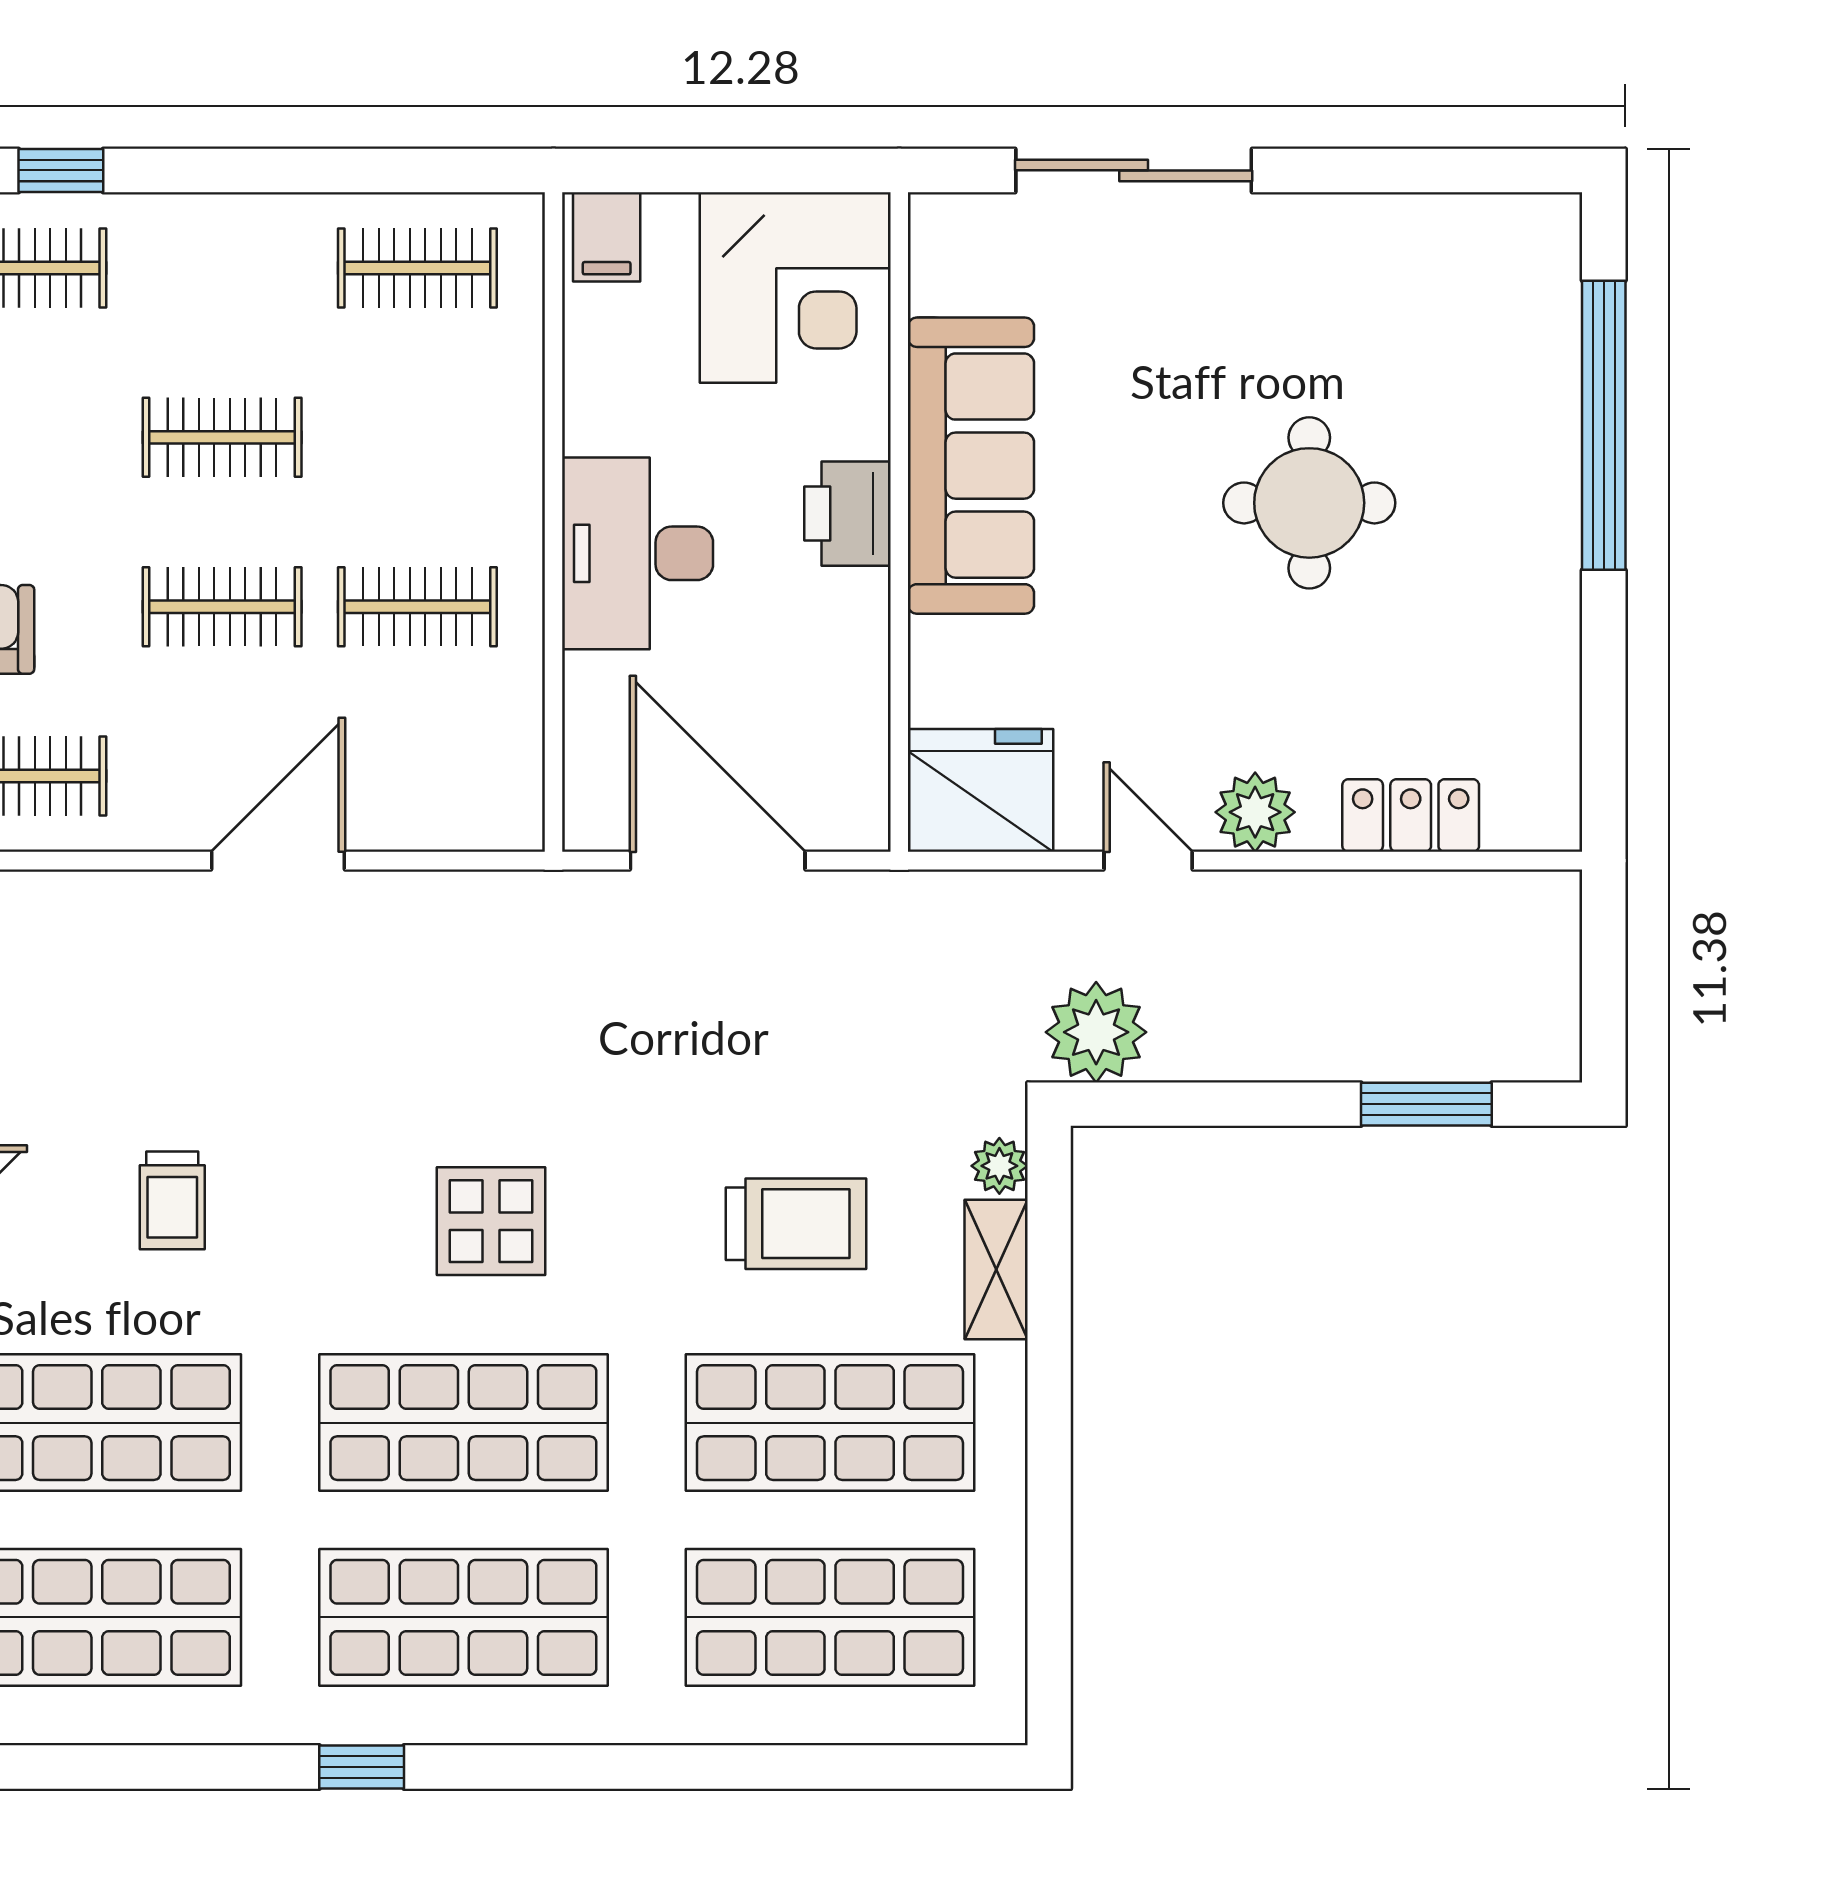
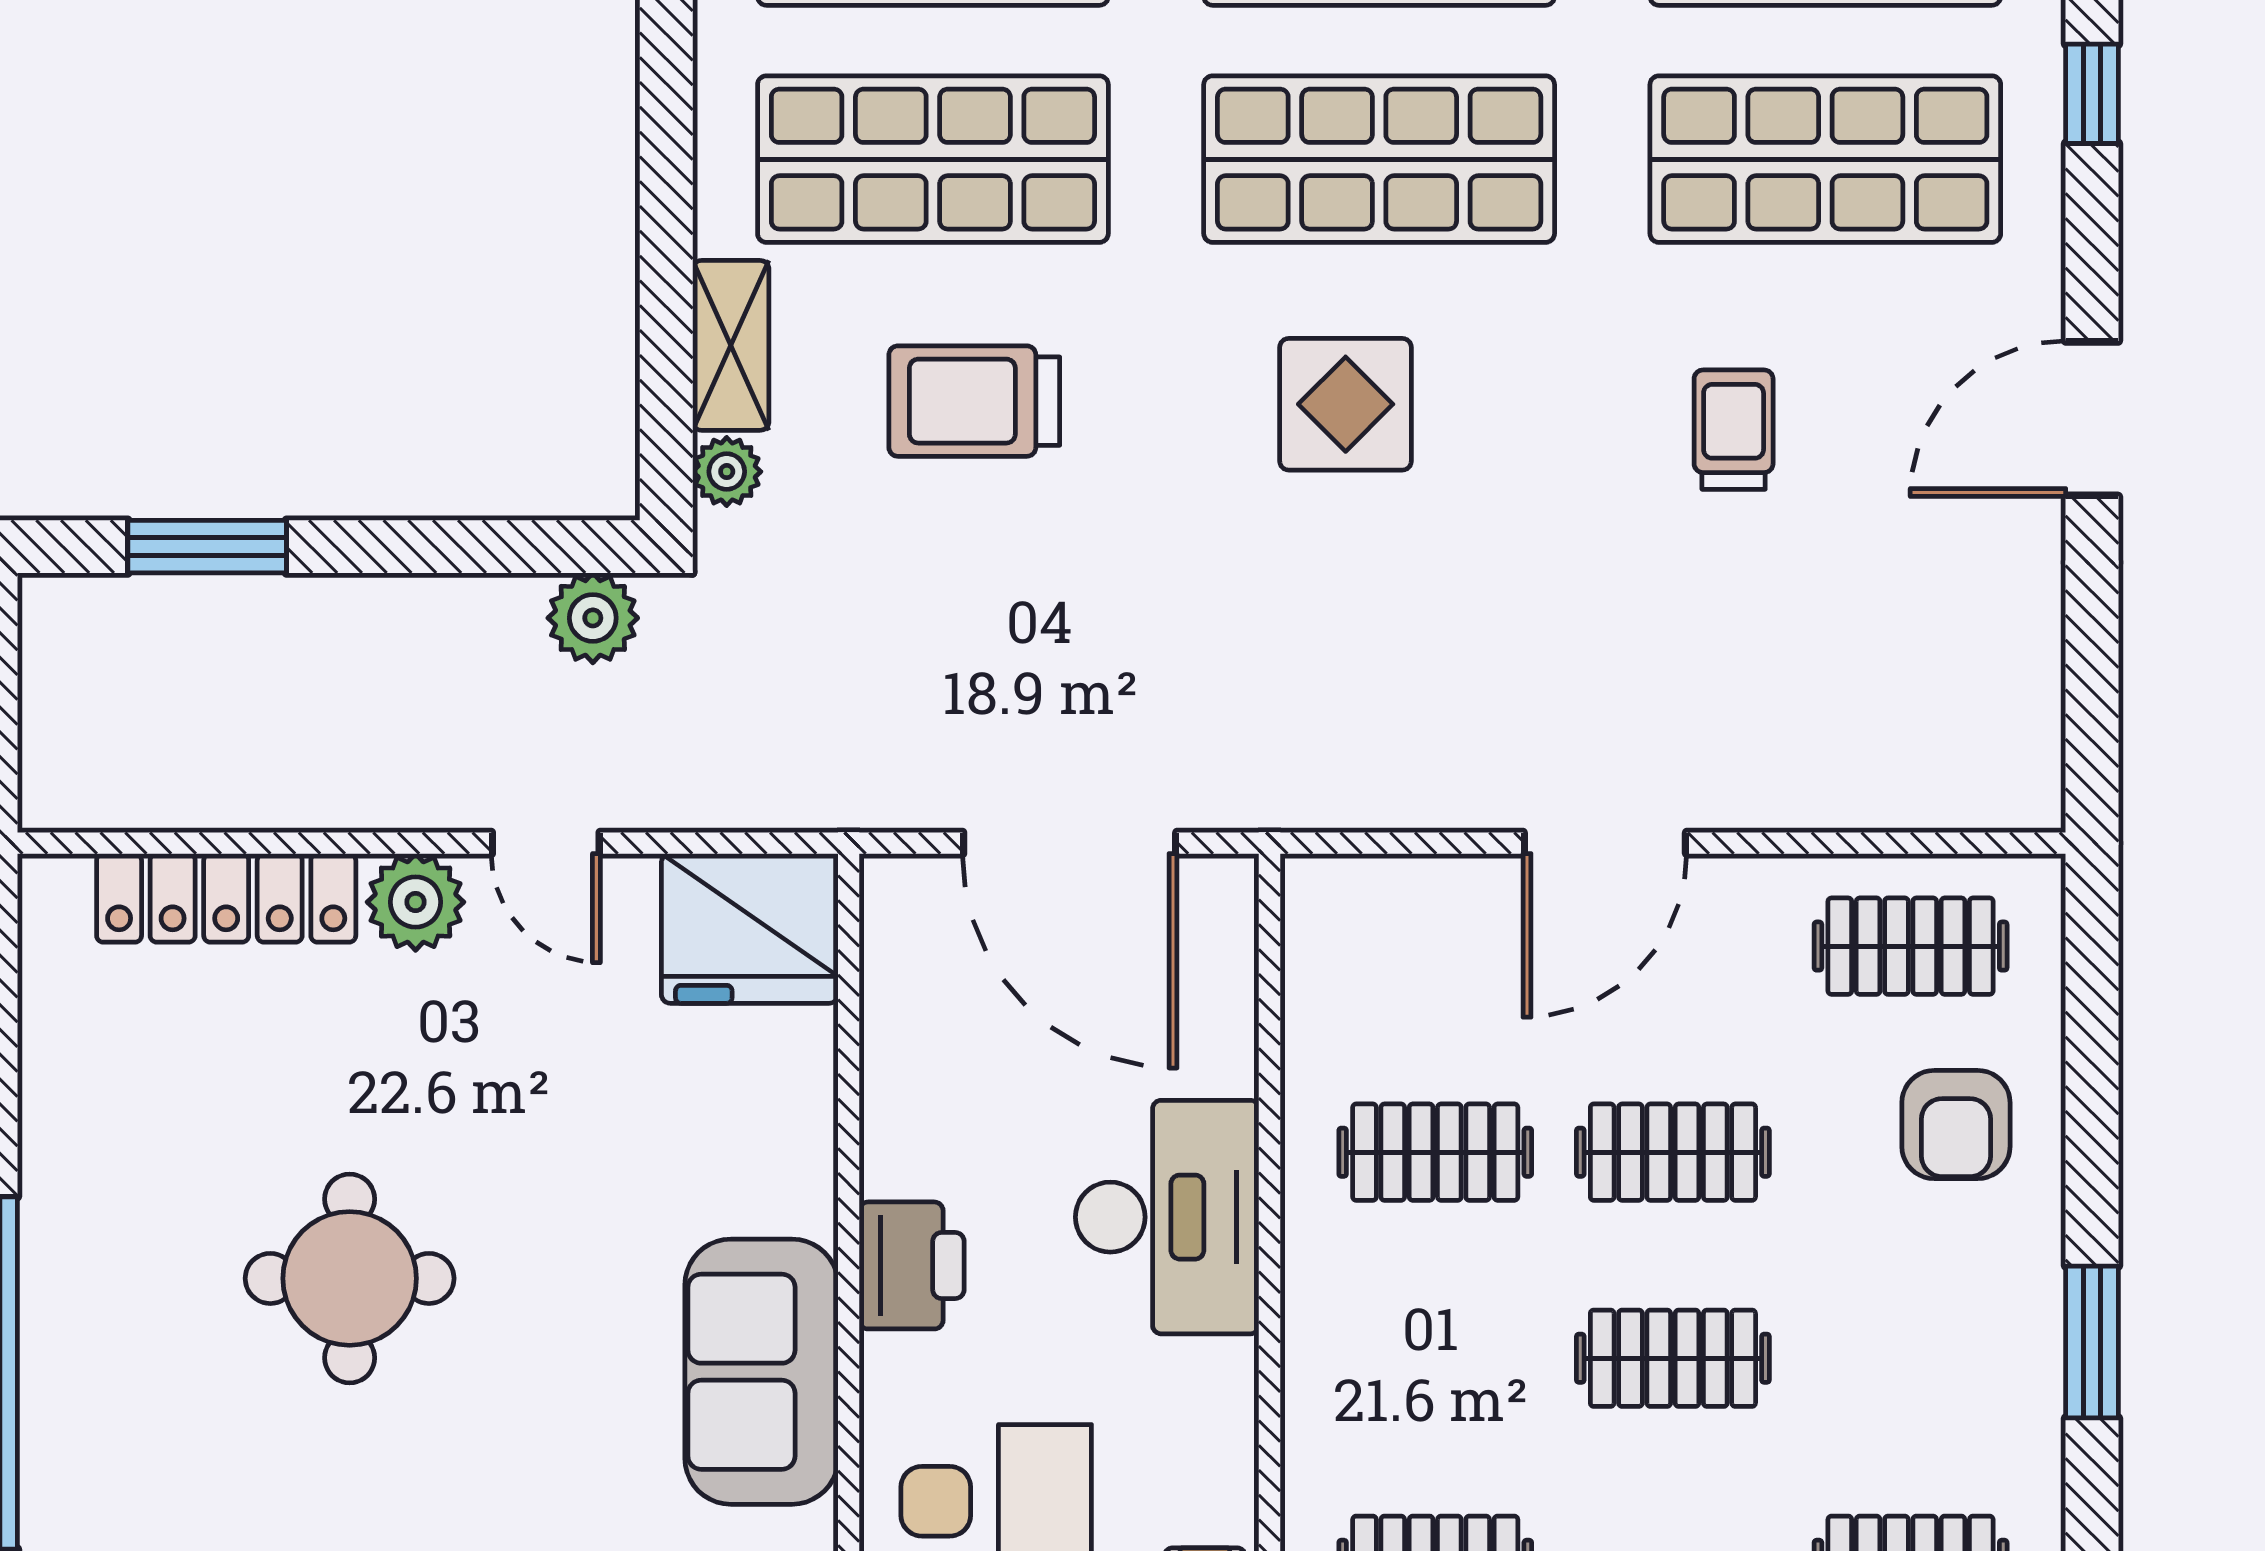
sofa: (971, 466) -> (761, 1372), width x0.73
locker: (1411, 816) -> (226, 898), width x1.53
plant: (1096, 1032) -> (593, 618), width x0.73, depth x0.73

